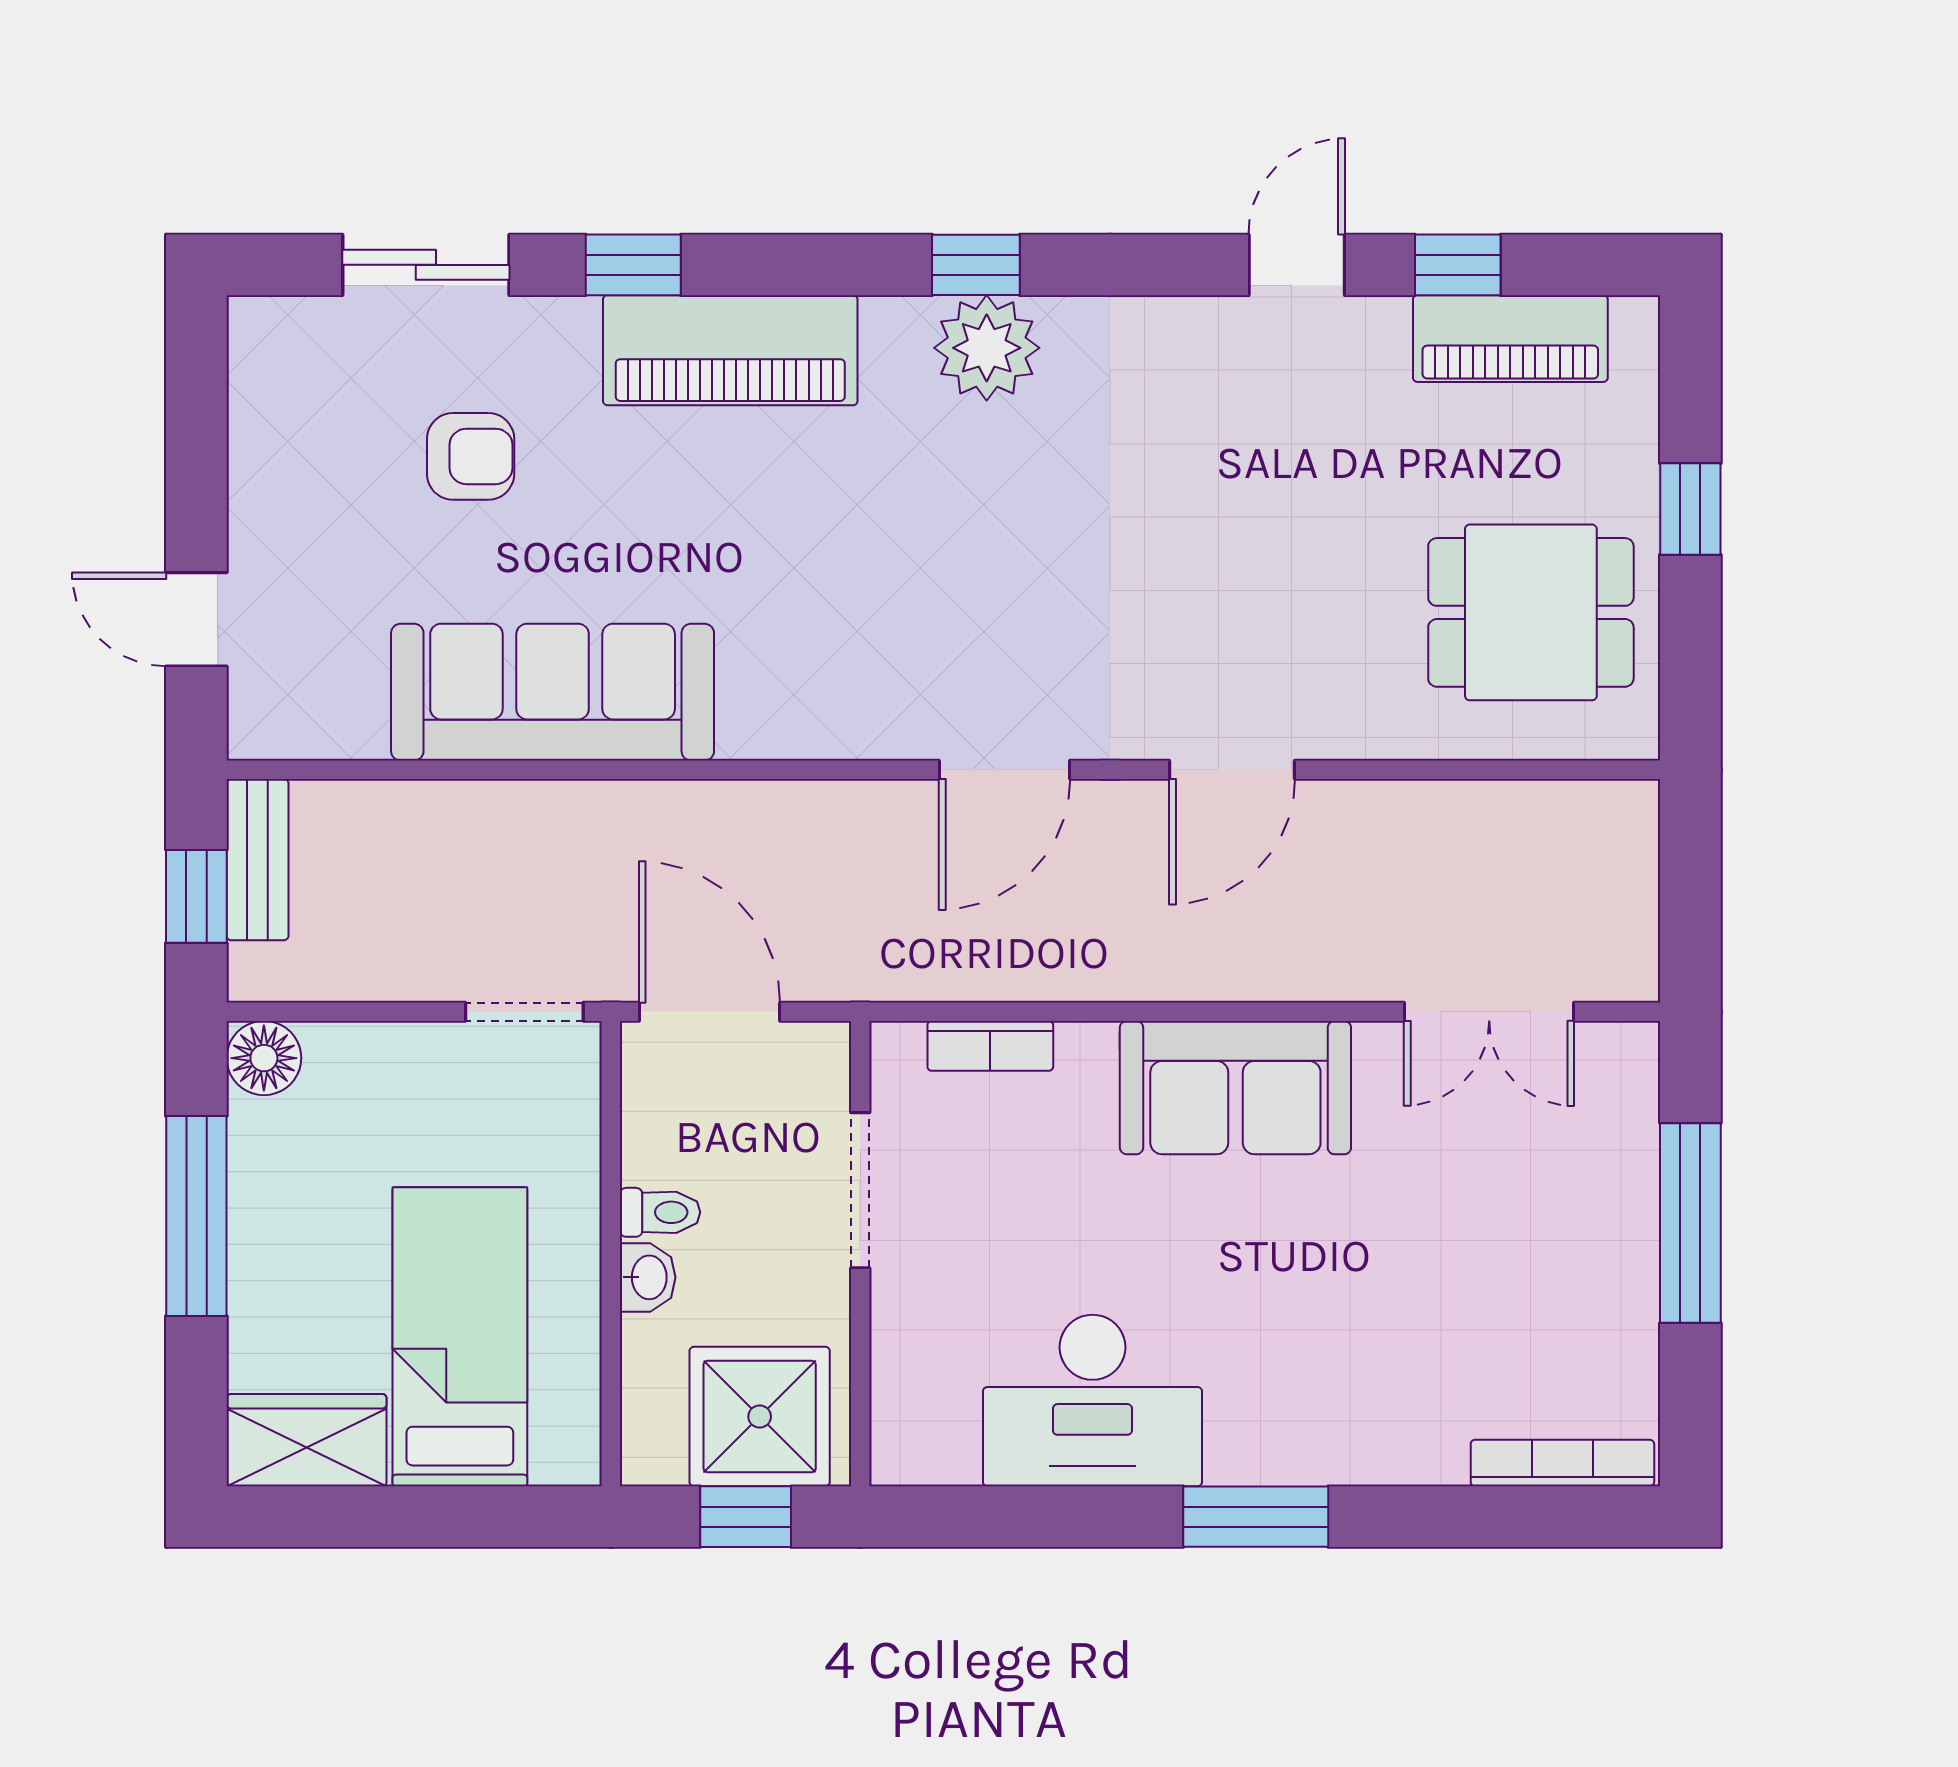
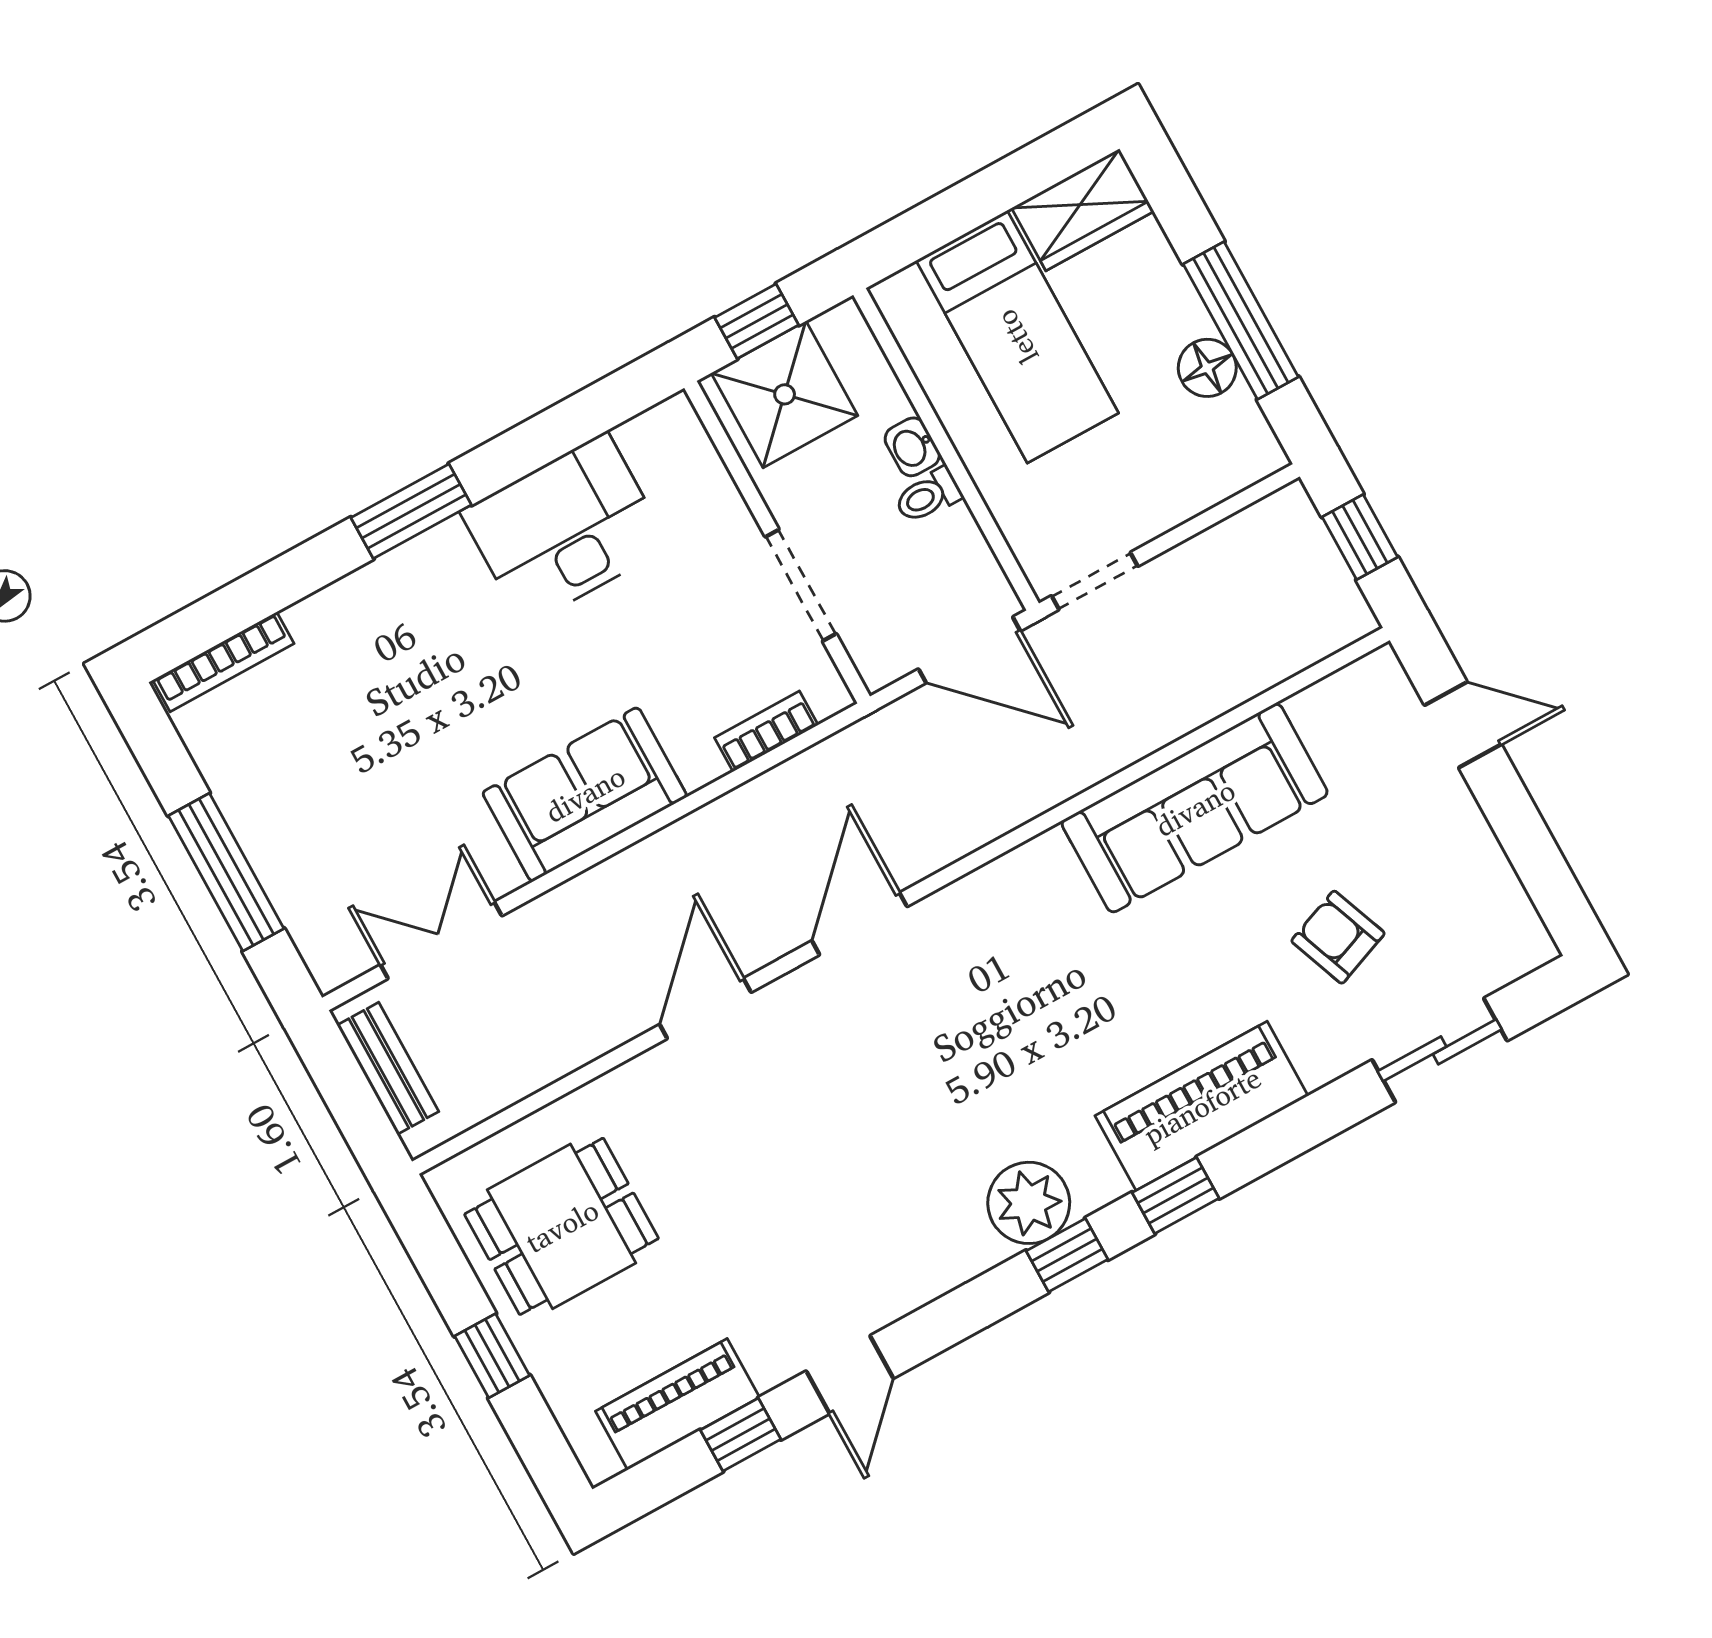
window: (633, 265) -> (1176, 1195), moved
armchair: (471, 456) -> (1338, 937), turned 69
bench: (258, 860) -> (388, 1068), moved
floor lamp: (264, 1058) -> (1207, 368), moved

